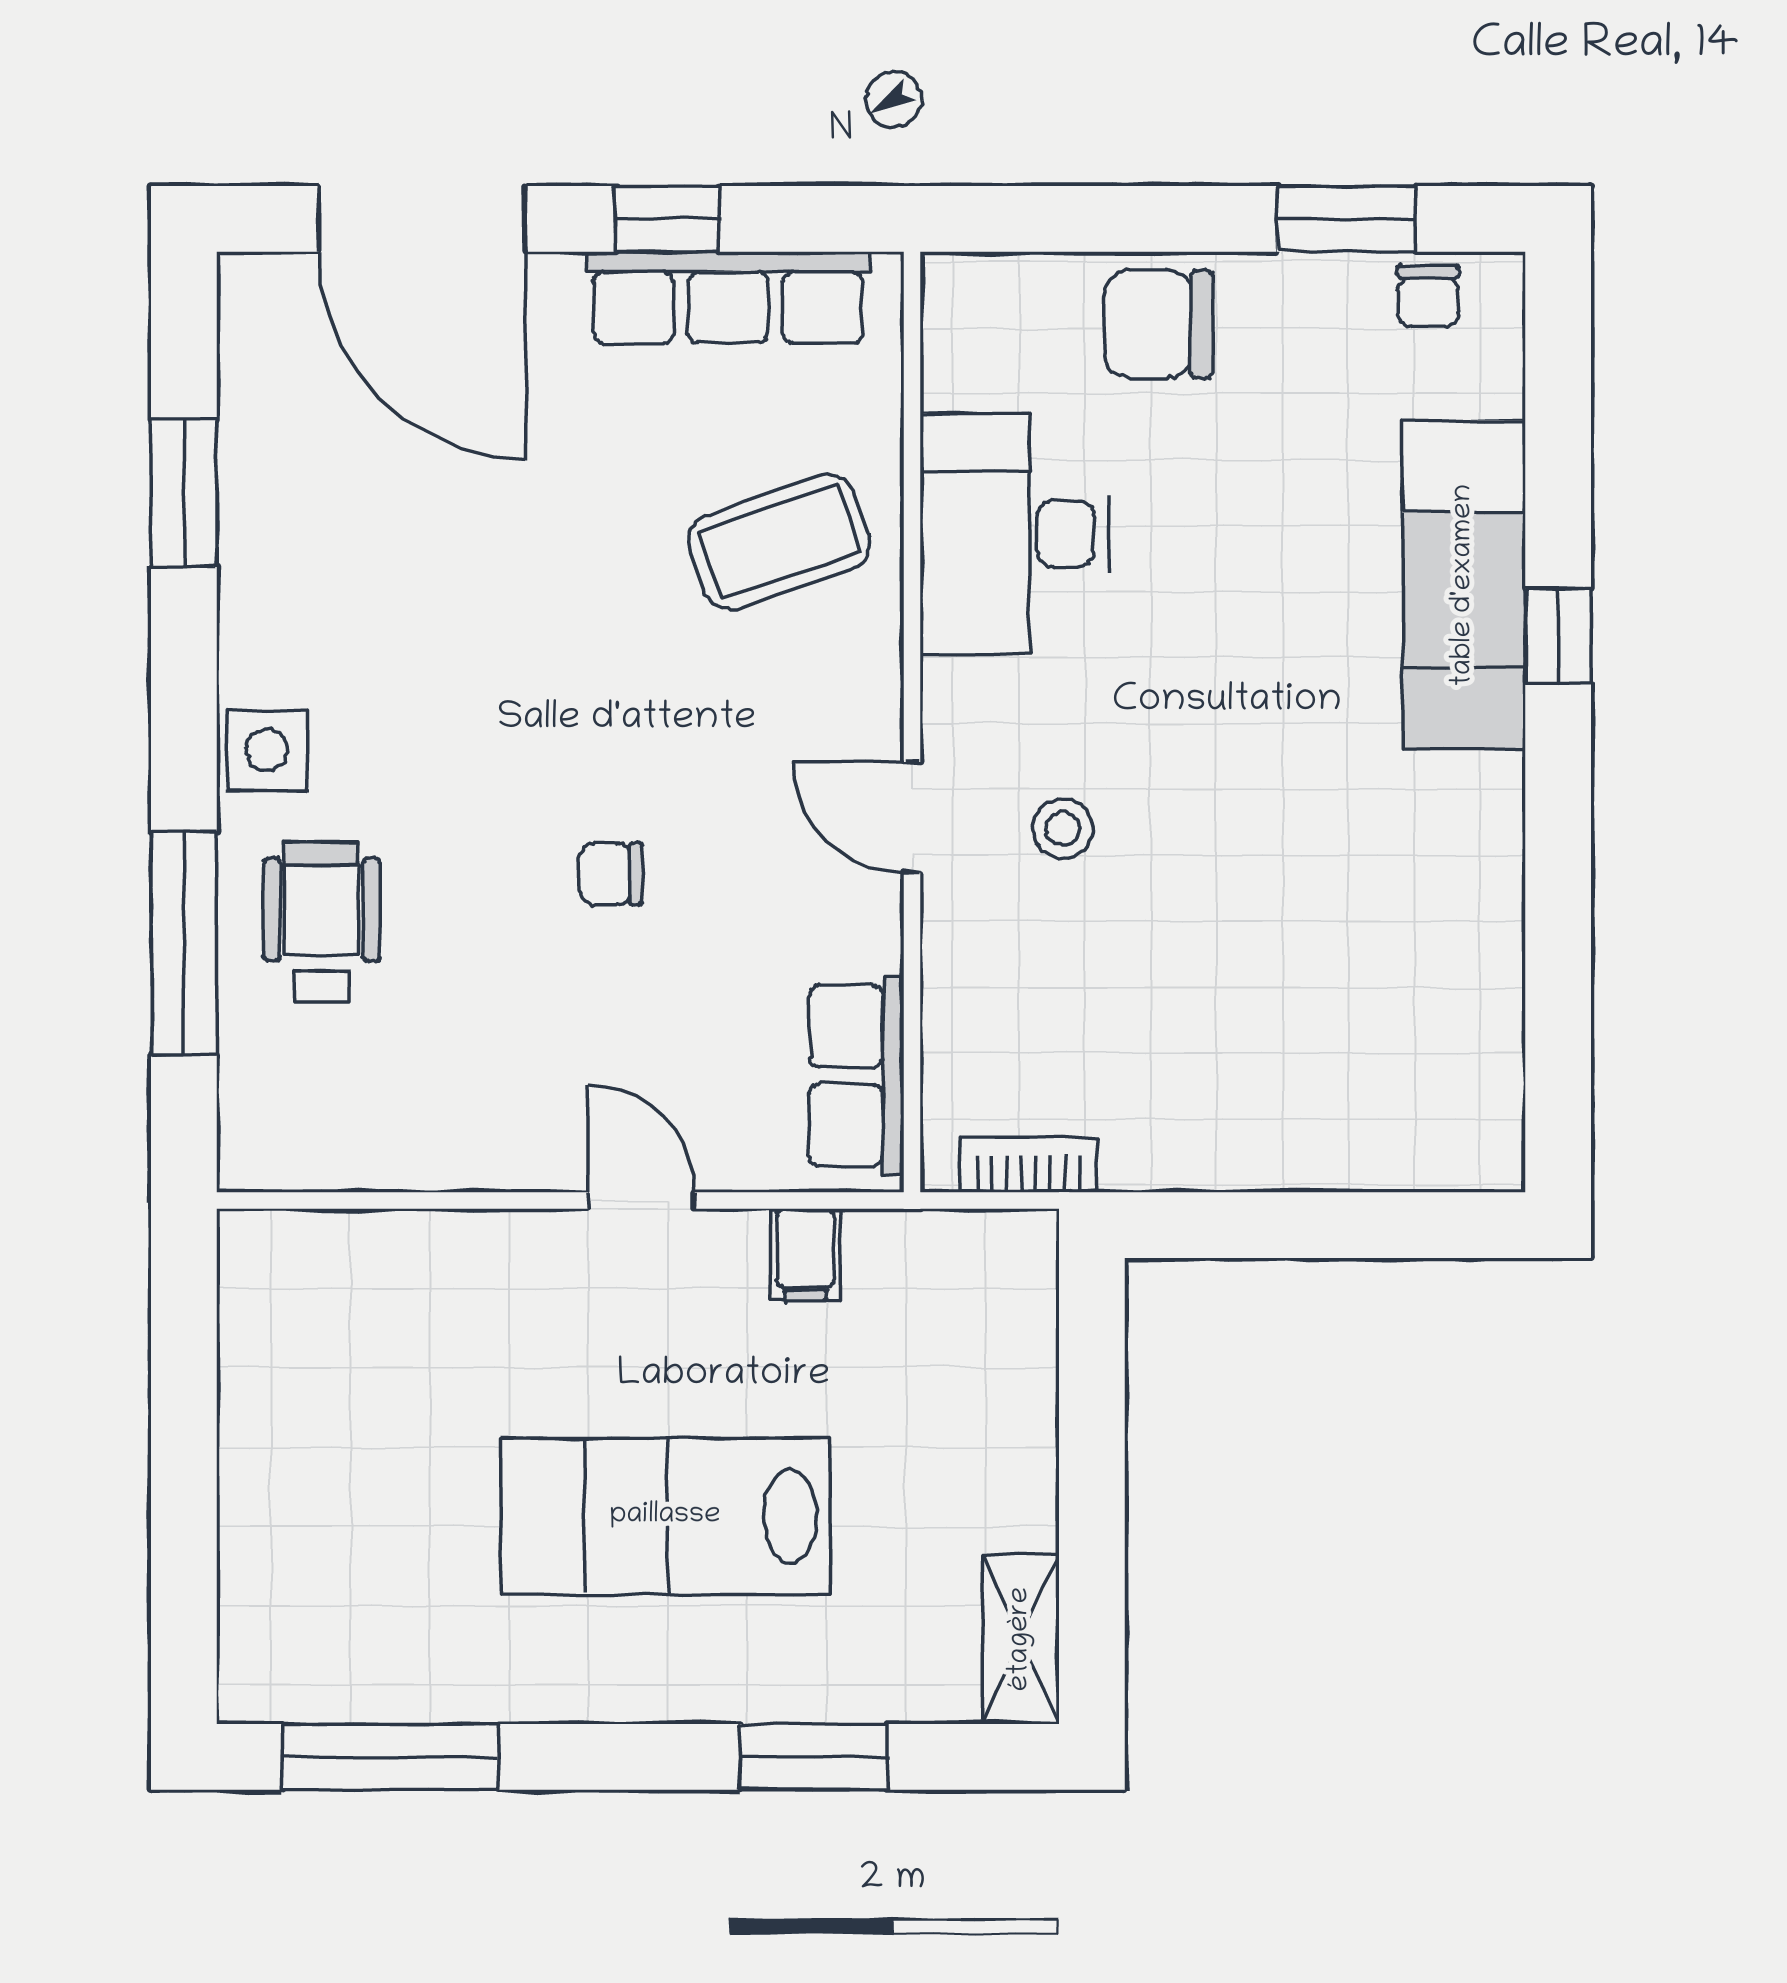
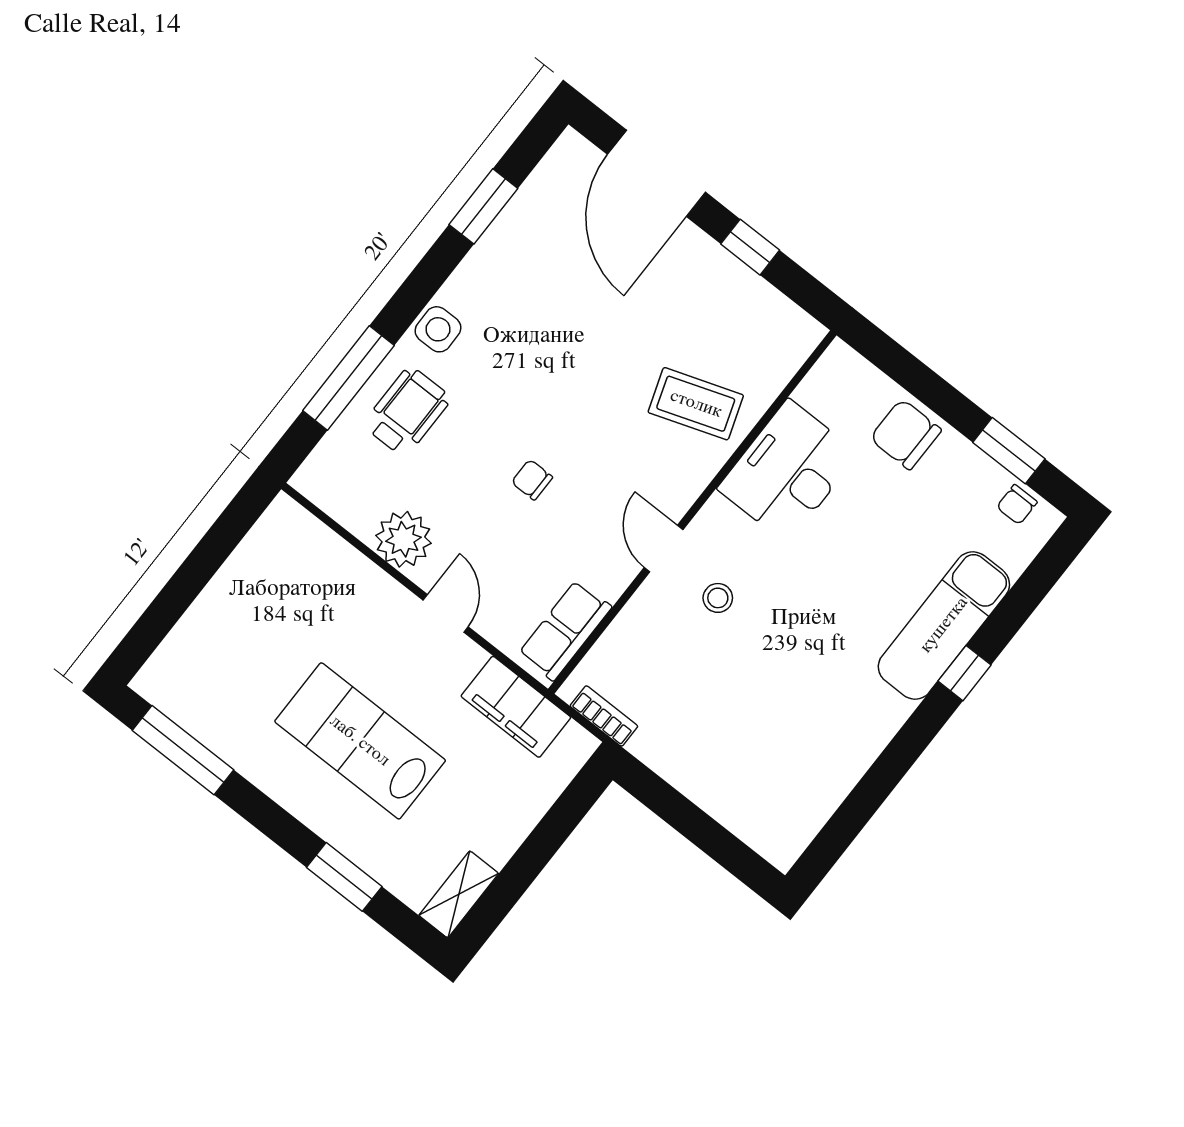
row of seats: (728, 298) -> (750, 295), removed
plant: (479, 1134) -> (403, 539), added
filing cabinet: (806, 1255) -> (516, 707), width x3.00, depth x1.17

